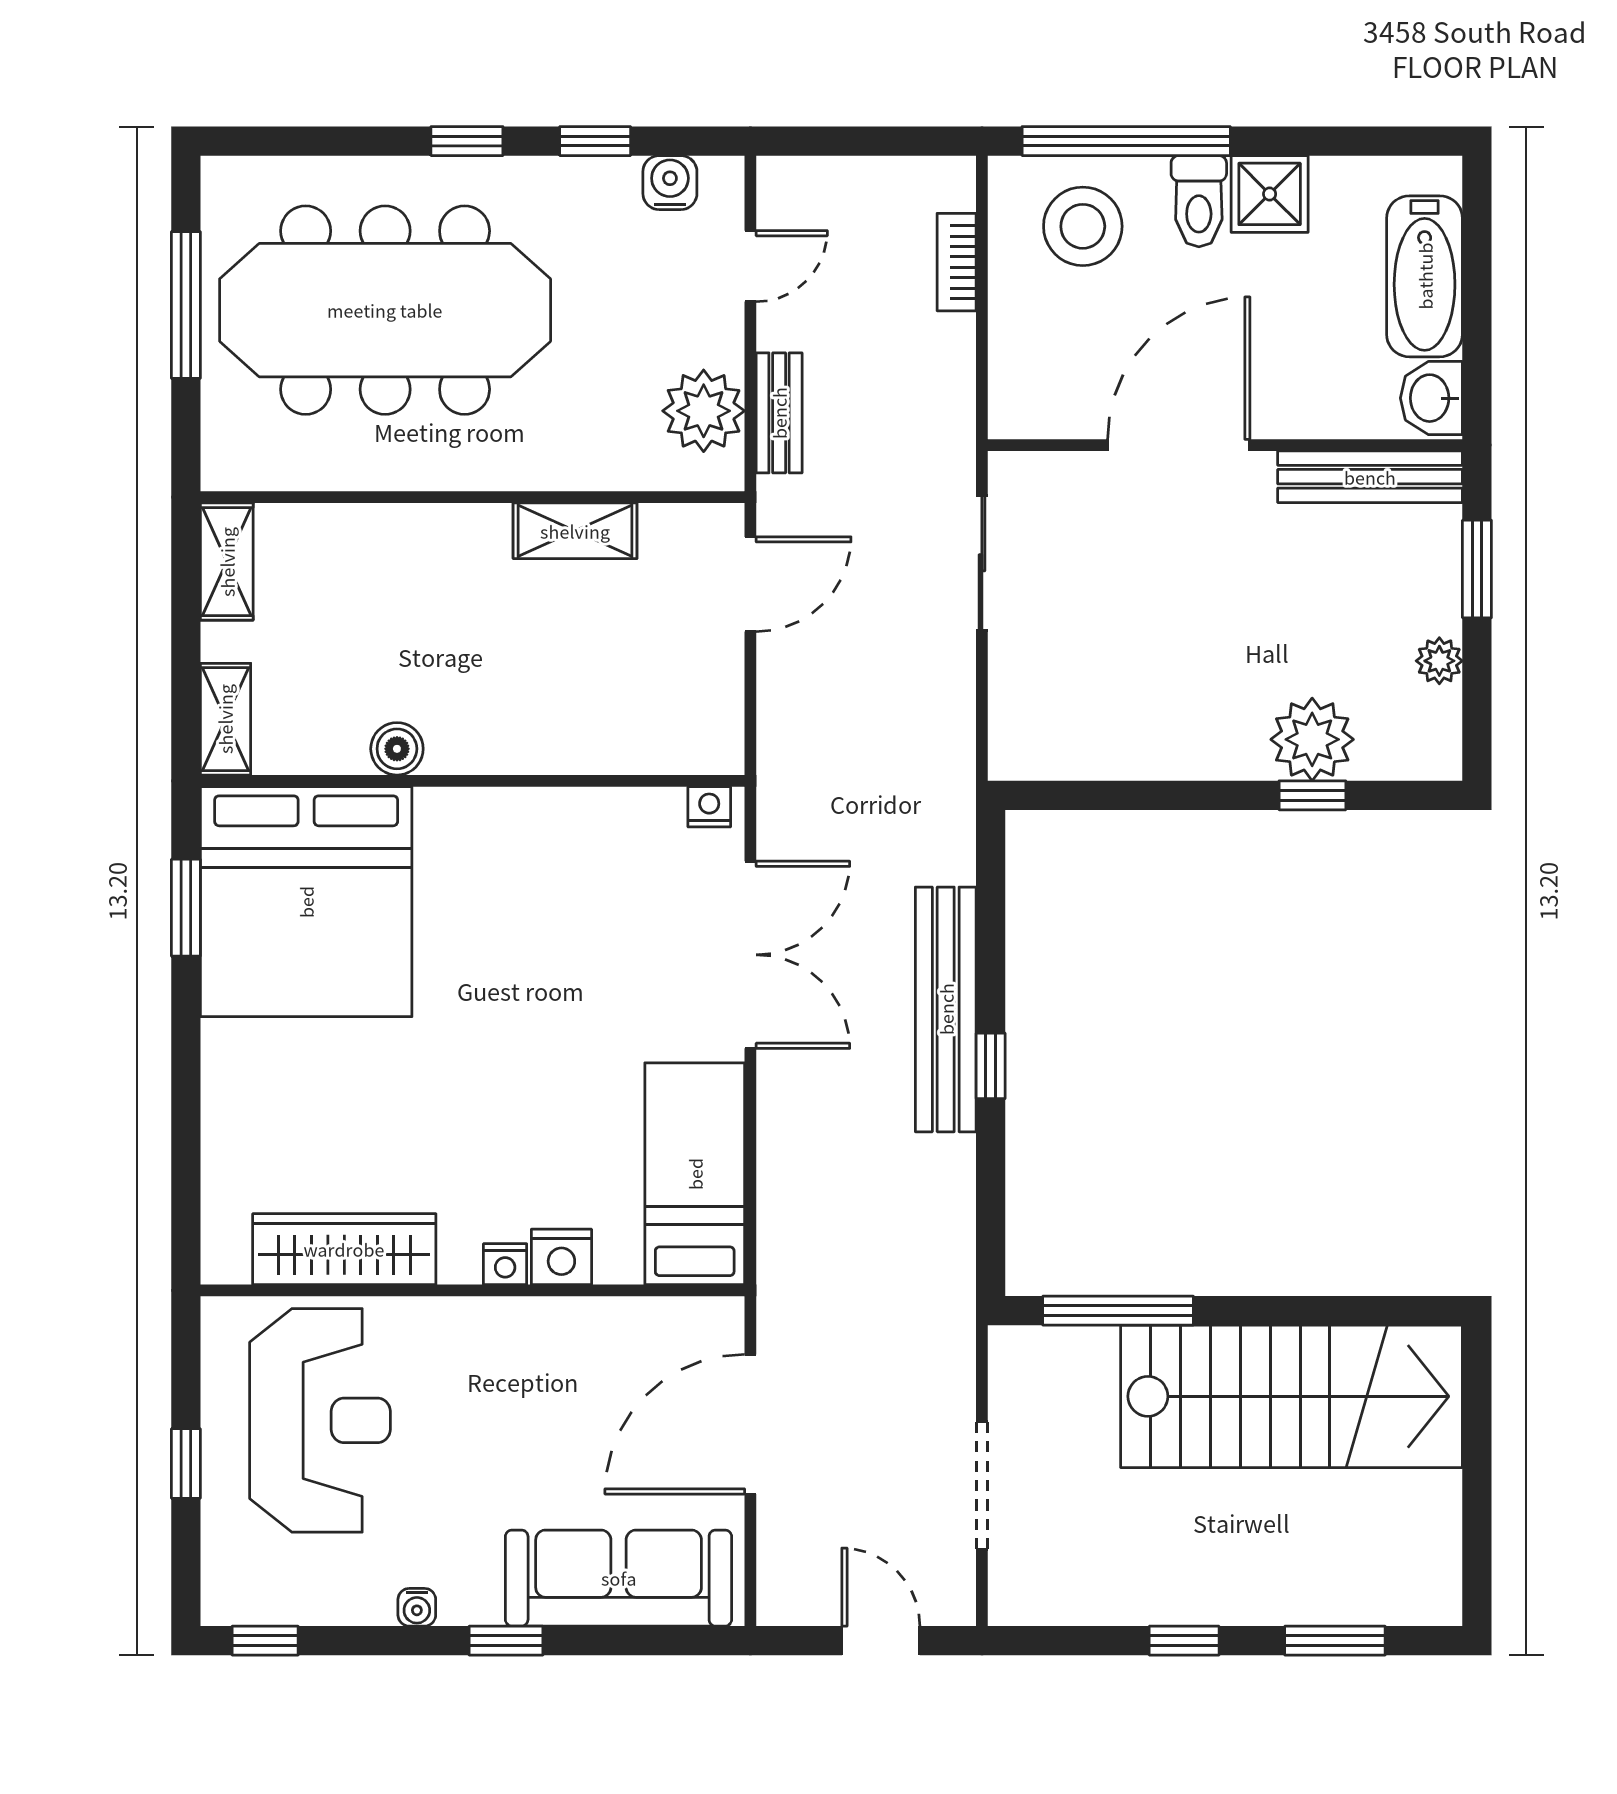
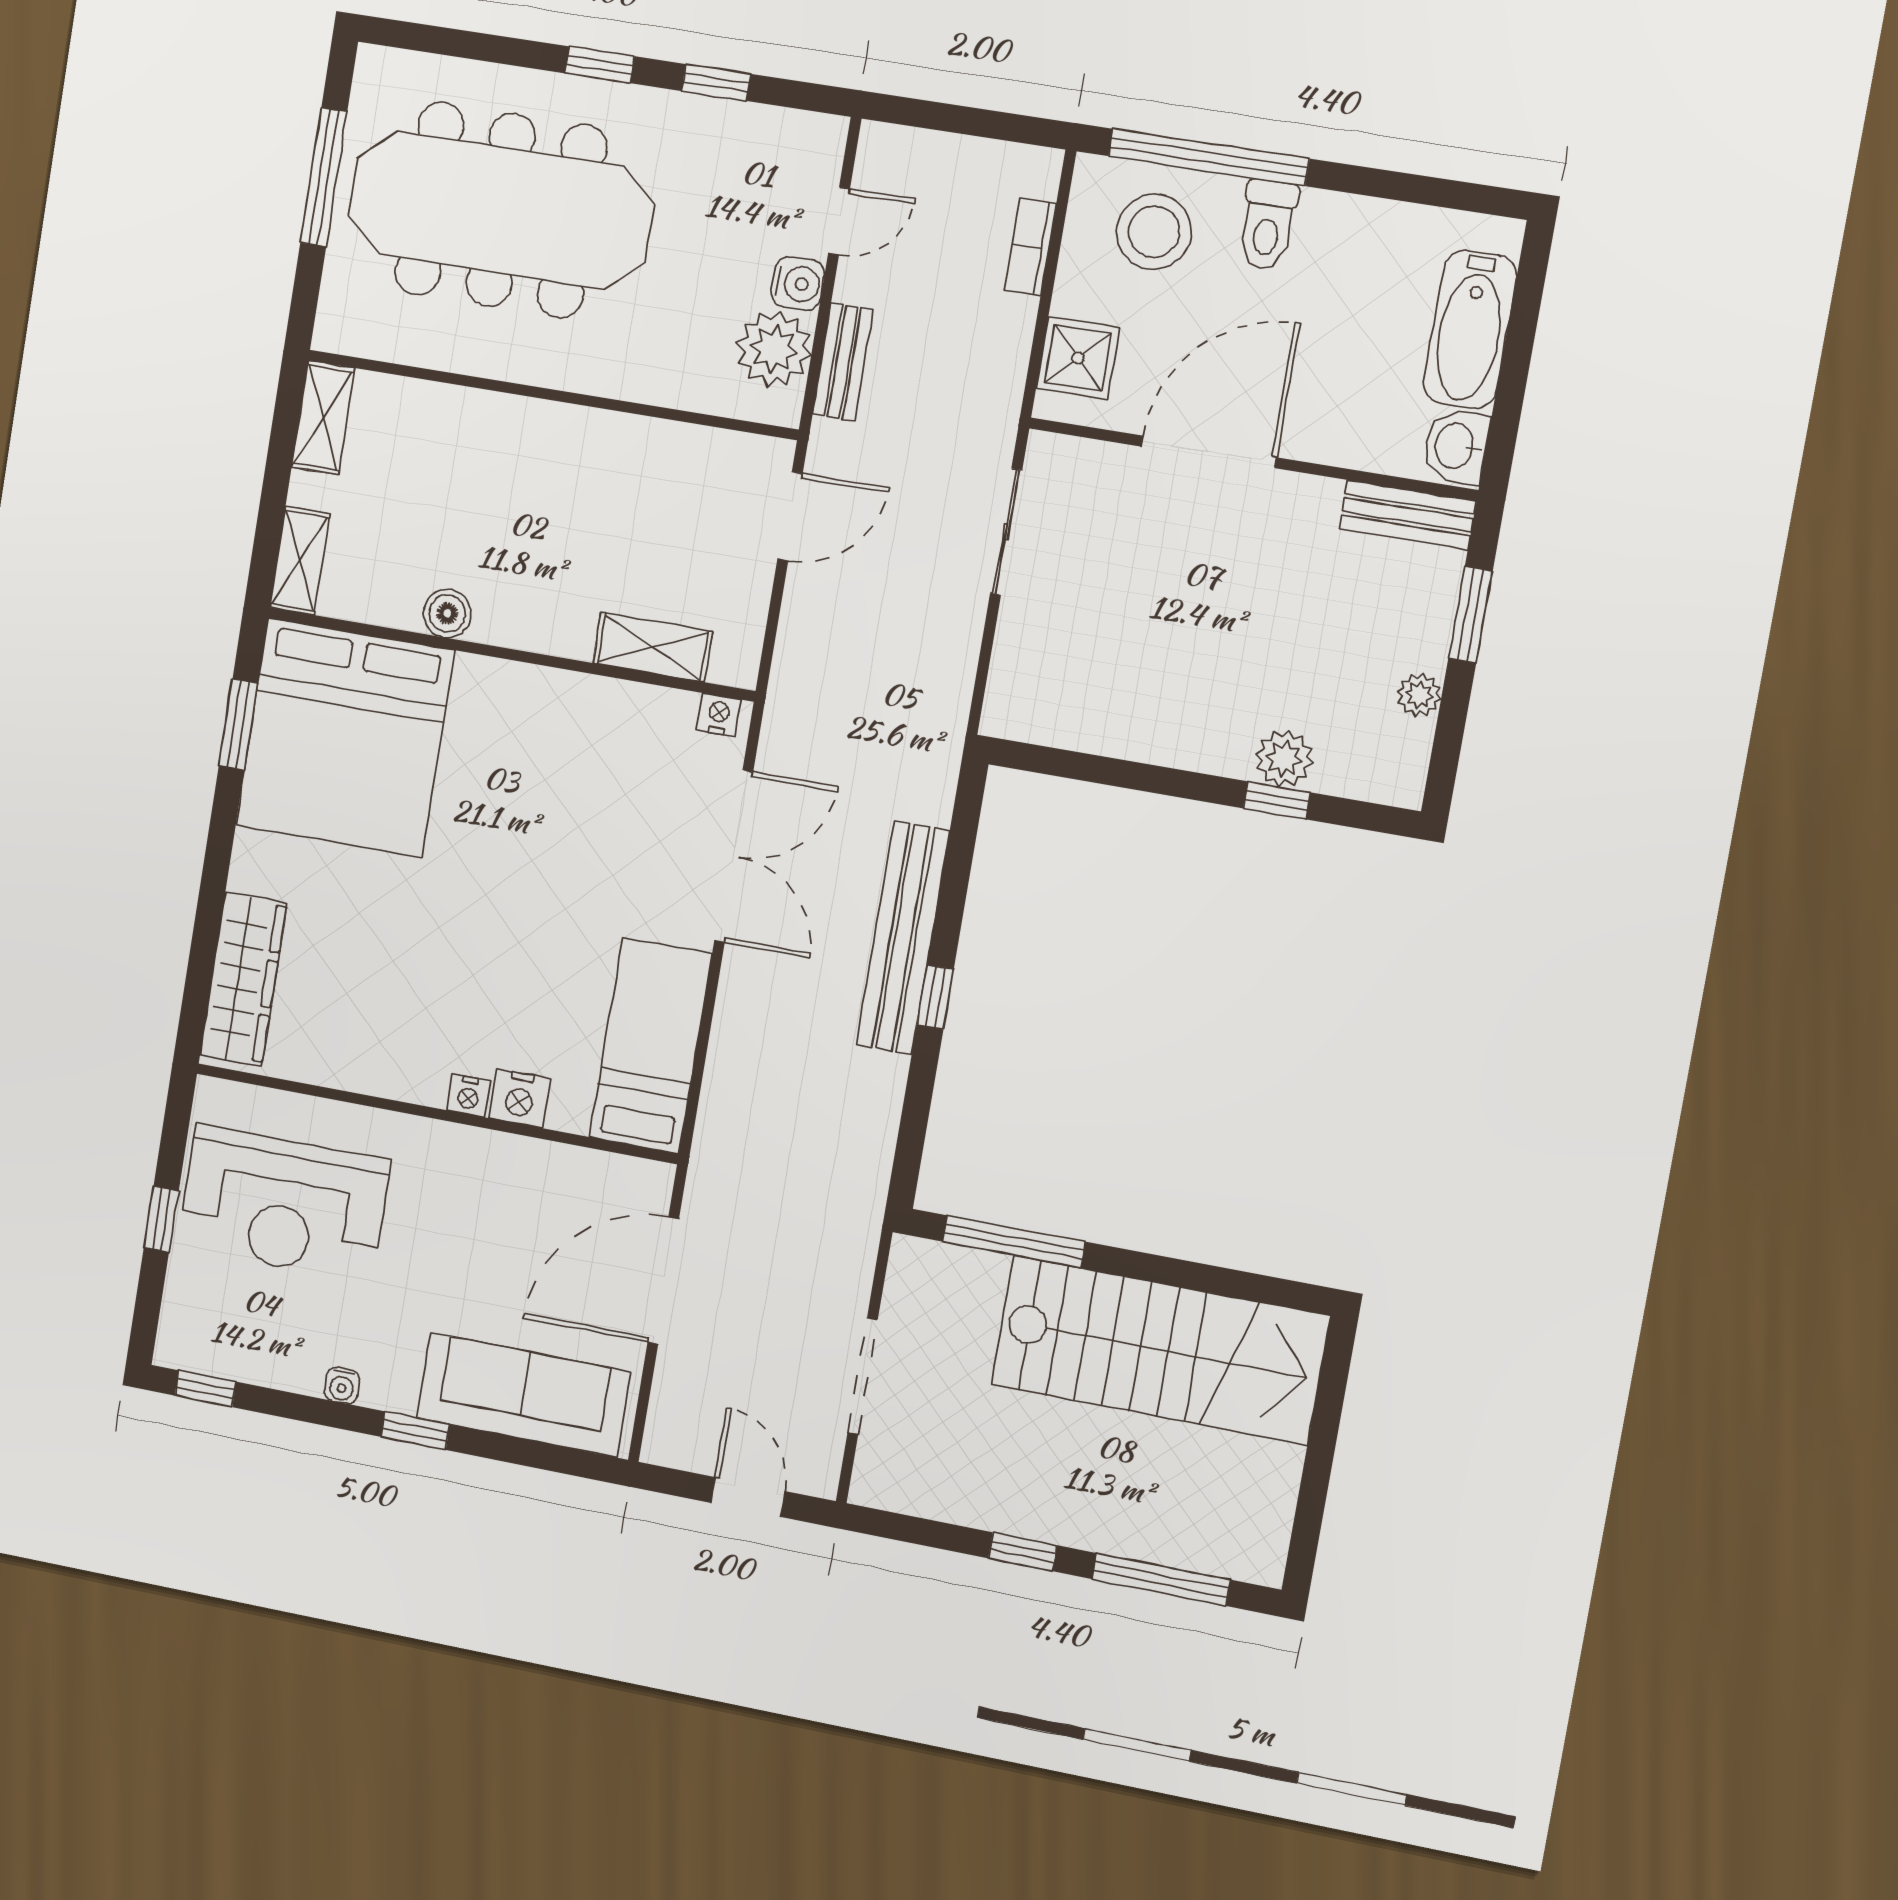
water cooler: (670, 183) -> (798, 284), moved, turned 90
shower: (1270, 194) -> (1078, 358), moved
bench: (1370, 477) -> (1408, 515), width x0.73
shelving: (575, 531) -> (653, 647), moved
plant: (1312, 739) -> (1284, 759), width x0.73, depth x0.73
wardrobe: (344, 1249) -> (243, 979), moved, turned 90
reception desk: (320, 1420) -> (284, 1204), turned 90
window: (1335, 1641) -> (1161, 1579), width x1.44

